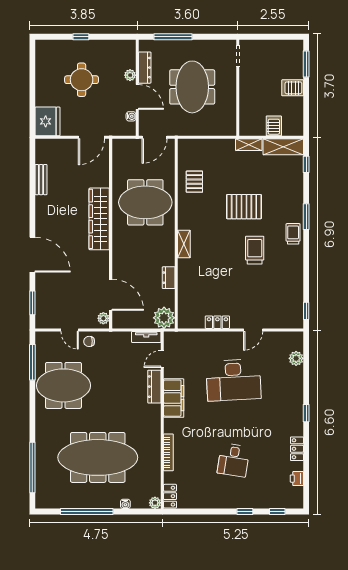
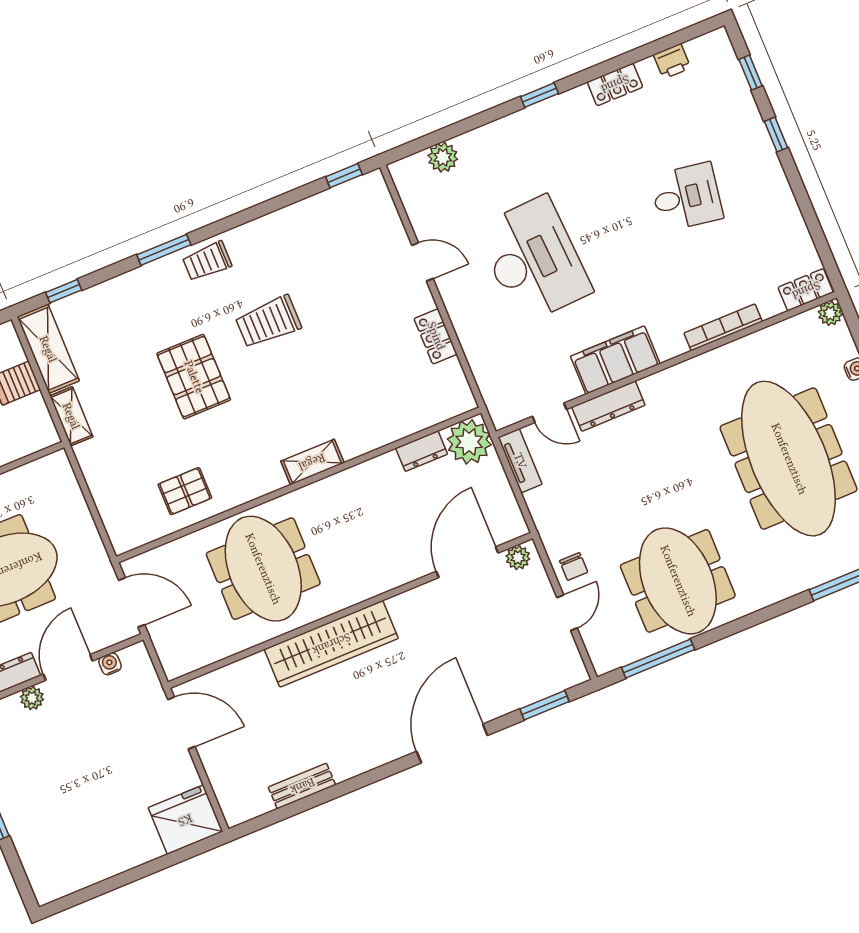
round table: (82, 80) -> (79, 787), removed
dresser: (169, 278) -> (422, 451), moved

